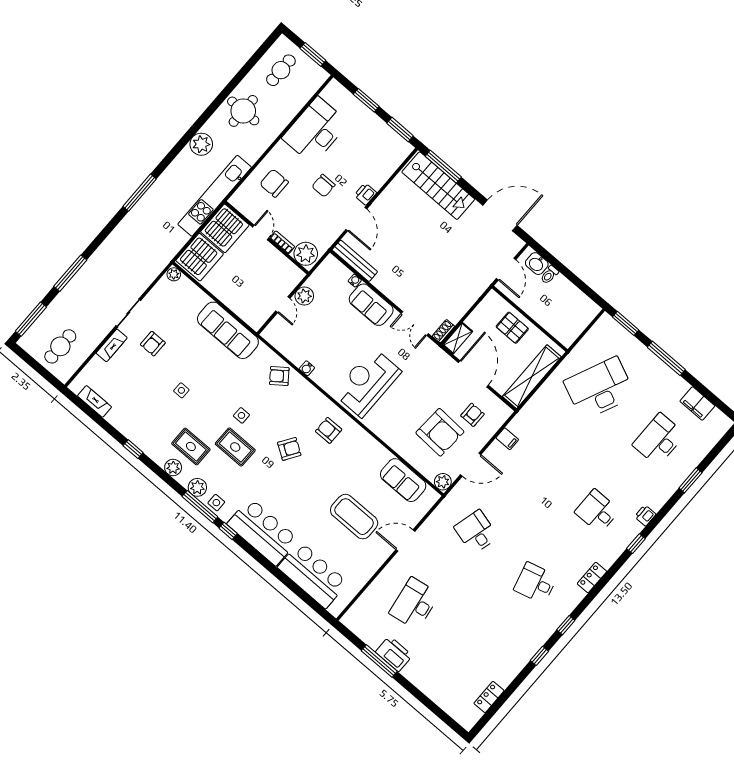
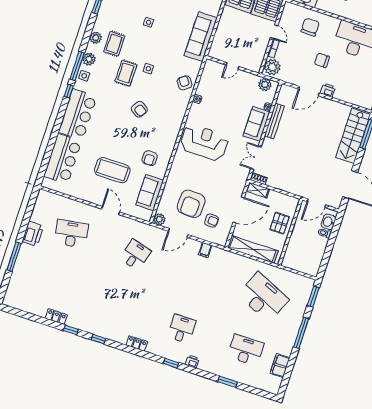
door: (261, 232) -> (274, 32), hinge flipped
bench: (355, 261) -> (274, 121), moved
plant: (304, 296) -> (265, 84), moved
armchair: (329, 430) -> (150, 158), moved, turned 180
door: (471, 465) -> (178, 233), hinge flipped
coffee table: (354, 517) -> (112, 170), turned 90
desk: (536, 583) -> (118, 308), removed
window: (379, 661) -> (14, 257), moved
locker: (489, 697) -> (56, 317), moved

